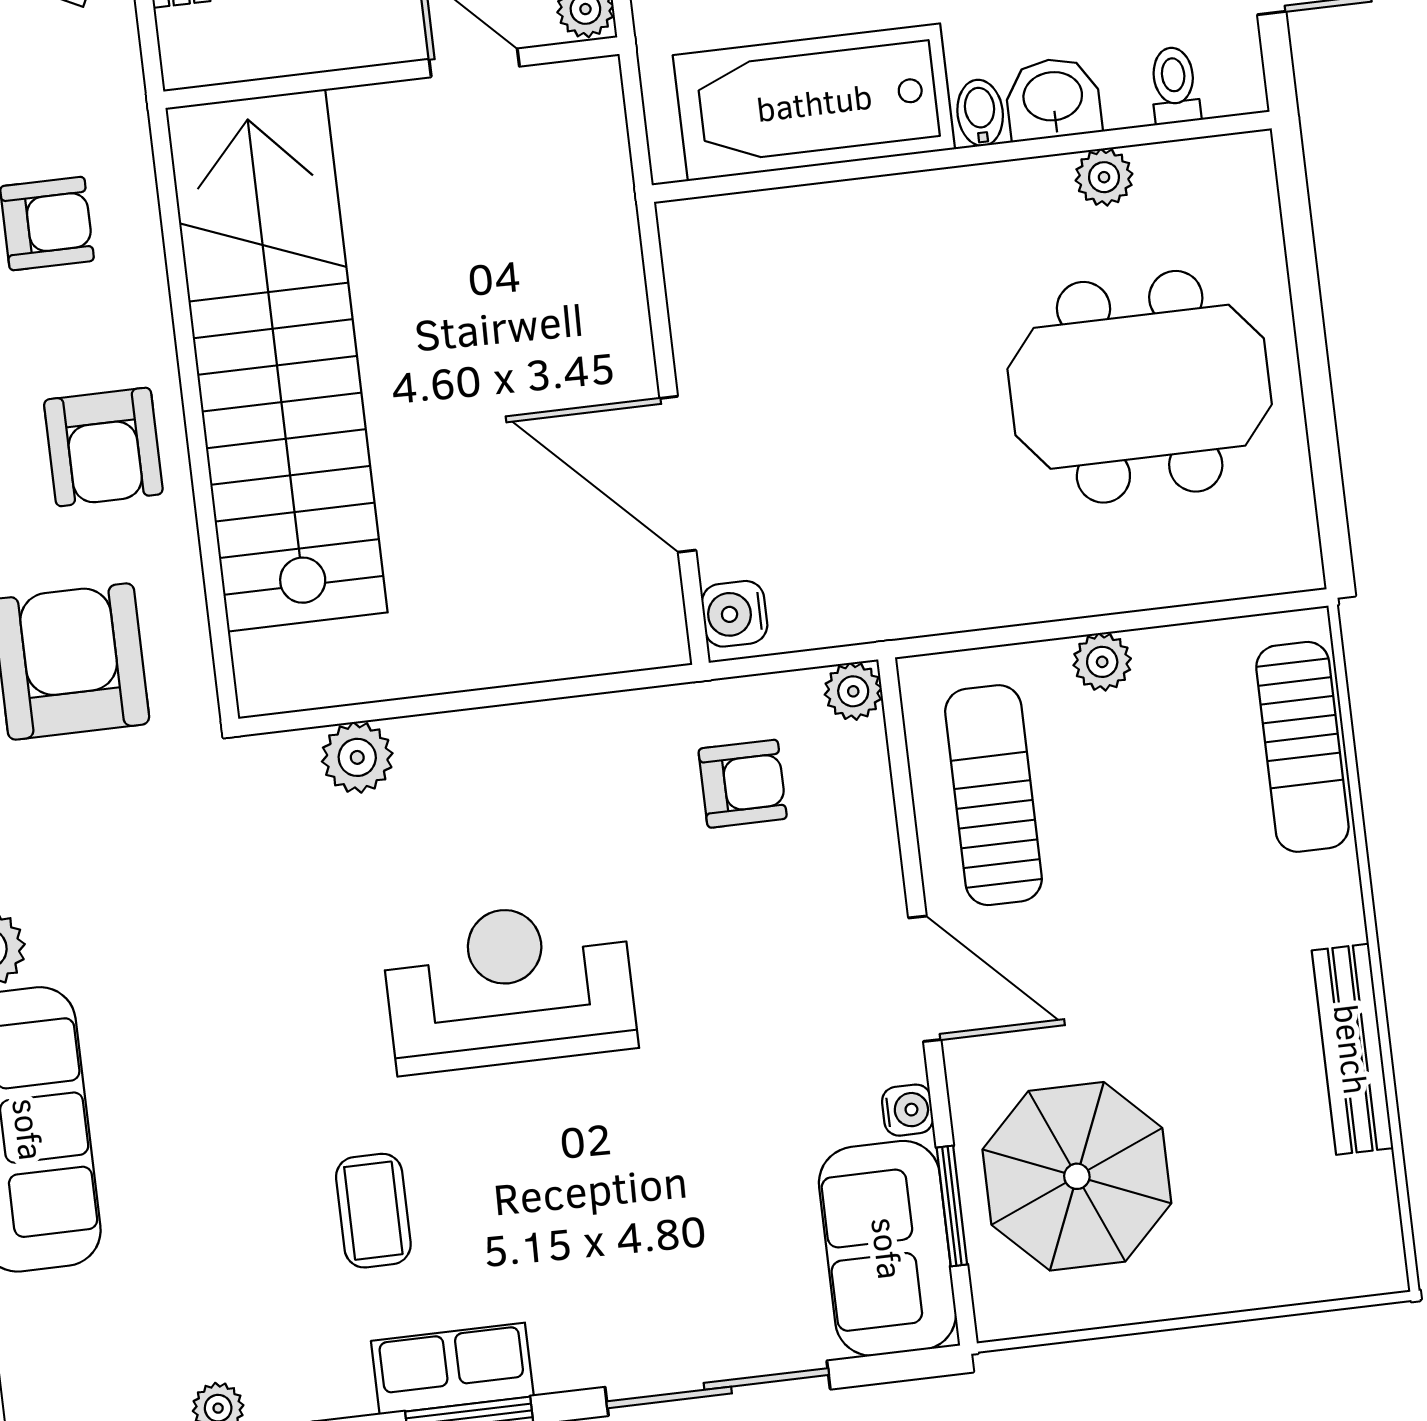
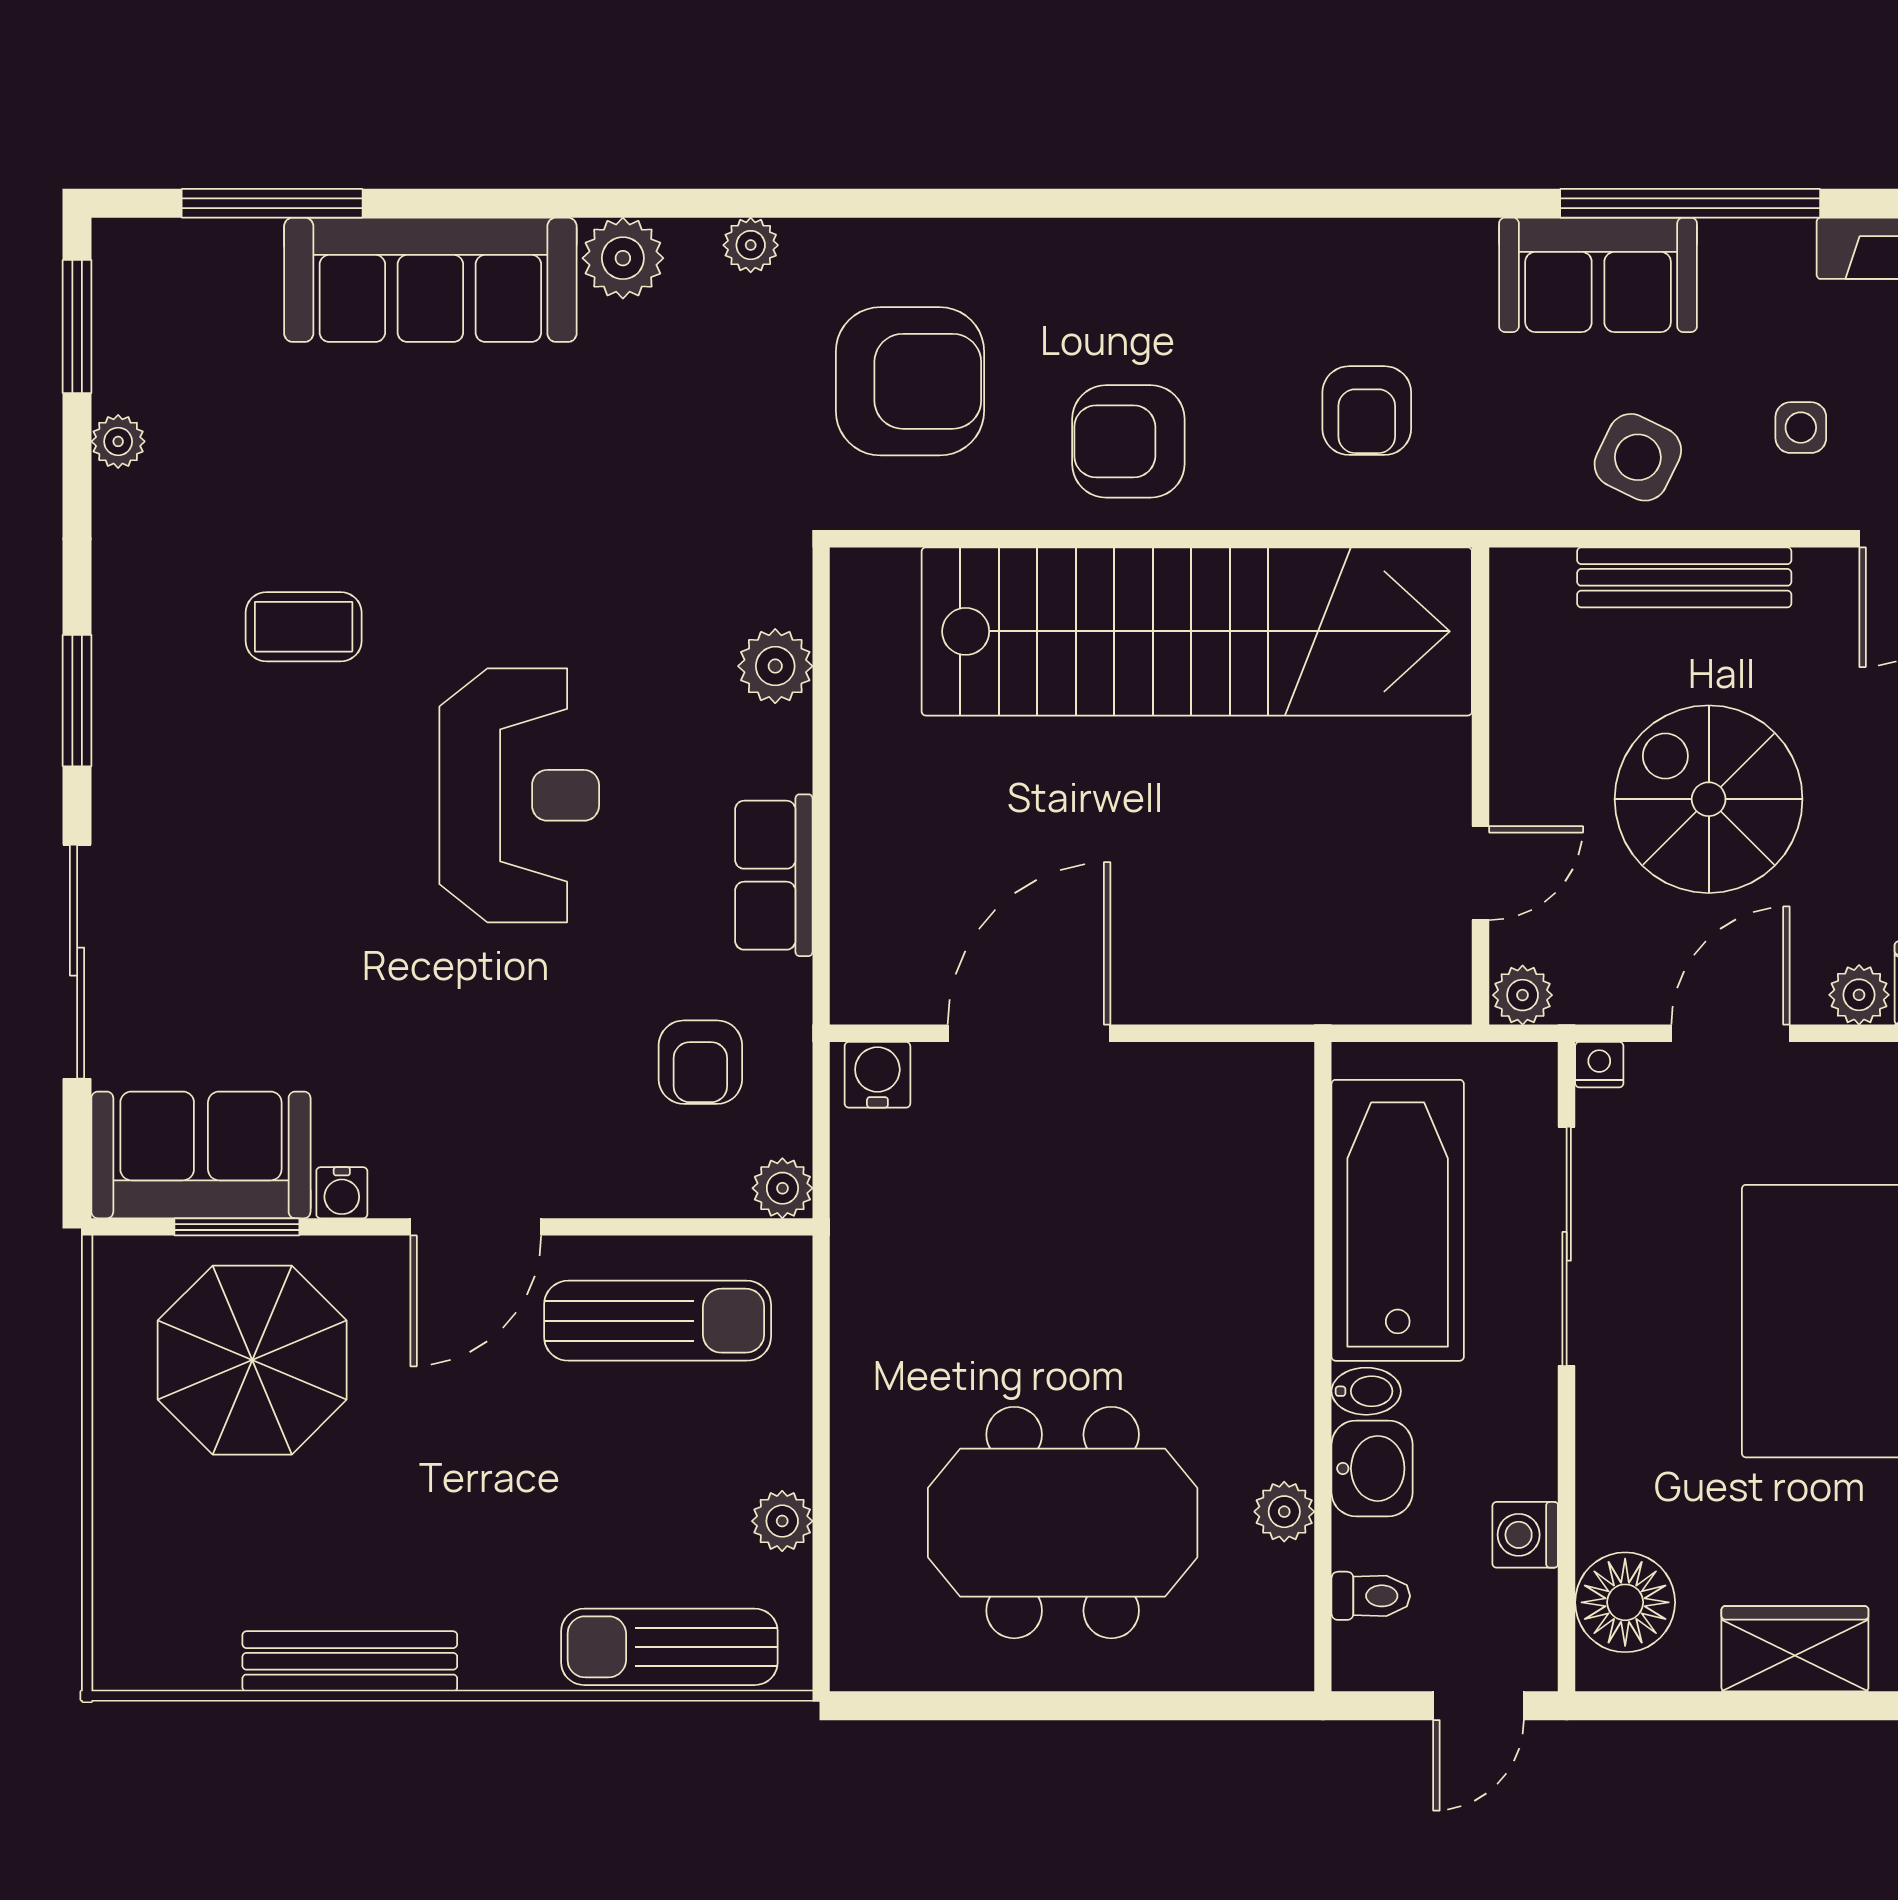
meeting table: (1140, 387) -> (1063, 1523), turned 90
plant: (1102, 662) -> (782, 1521), moved
row of seats: (452, 1369) -> (774, 875), moved, turned 180

